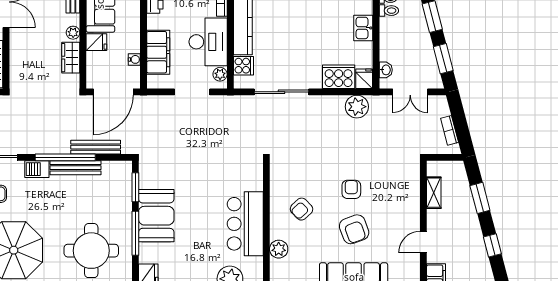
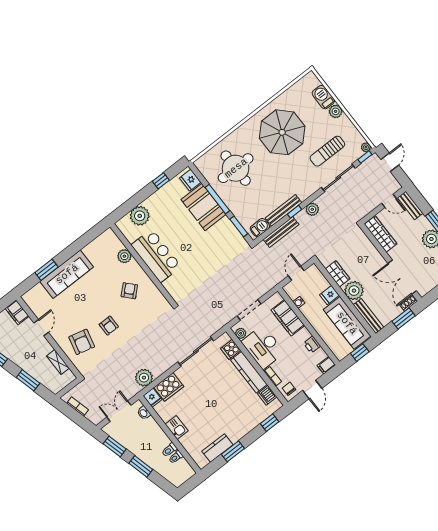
plant: (73, 33) -> (354, 291), width x1.88, depth x1.88
door: (113, 92) -> (296, 273), width x0.53
plant: (45, 145) -> (312, 209), added
window: (65, 157) -> (294, 212), width x0.32
barbecue: (37, 169) -> (260, 227), moved
booth: (156, 216) -> (203, 207), moved
armchair: (354, 229) -> (82, 342), moved, turned -146

